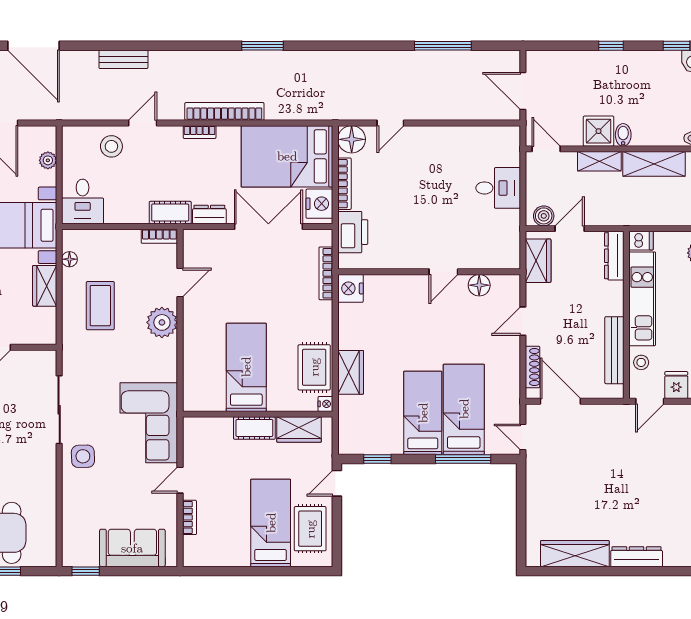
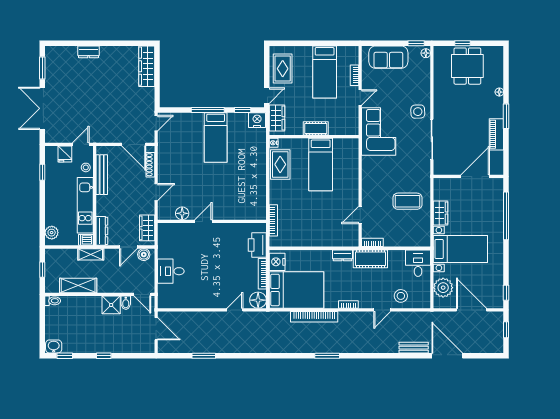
window: (263, 46) -> (327, 356), moved
window: (443, 46) -> (204, 356), width x0.69
bench: (123, 59) -> (414, 348), moved
bookcase: (224, 111) -> (314, 317), moved
bidet: (623, 135) -> (126, 303), moved
plant: (48, 160) -> (443, 288), width x1.88, depth x1.88
shelving: (599, 161) -> (91, 254), moved
cot: (170, 213) -> (370, 259), width x1.37, depth x1.34
double door: (268, 226) -> (307, 248), removed
floor lamp: (69, 259) -> (426, 53), moved
nightstand: (350, 288) -> (257, 120), moved, turned -90
coffee table: (100, 306) -> (407, 201), turned 90
plant: (162, 322) -> (371, 191), removed
wardrobe: (351, 372) -> (259, 162), removed
bed: (464, 409) -> (191, 139), removed
wardrobe: (299, 430) -> (277, 118), moved, turned 90
door: (523, 437) -> (156, 123), hinge flipped
window: (463, 459) -> (208, 110), moved
bed: (271, 523) -> (325, 72), moved
wardrobe: (575, 554) -> (147, 66), moved, turned 90
dresser: (637, 557) -> (89, 52), width x0.70

